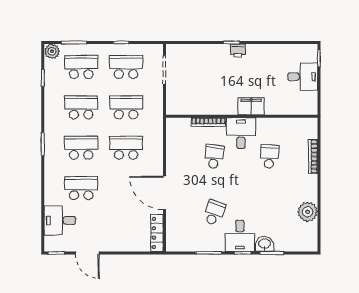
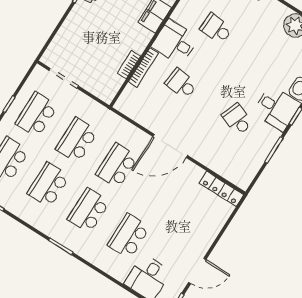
bookcase: (204, 110) -> (129, 65), added
door: (164, 193) -> (170, 146), moved

